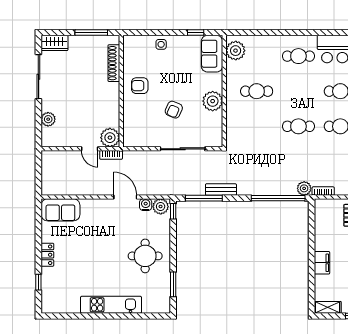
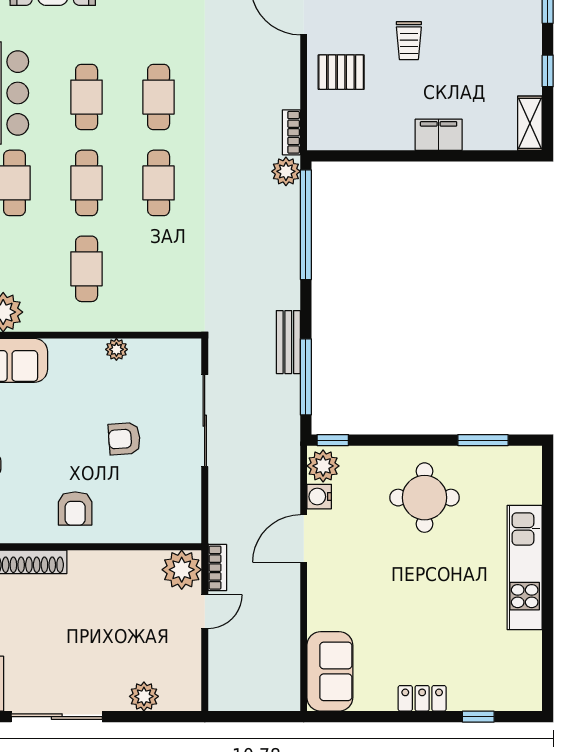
cafe table: (298, 91) -> (87, 183), added
plant: (213, 101) -> (116, 349), width x0.53, depth x0.53
armchair: (174, 110) -> (124, 439), turned 152

